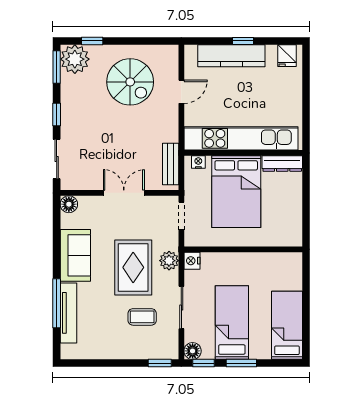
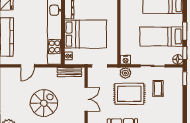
spiral stairs: (130, 82) -> (44, 103), moved
door: (181, 92) -> (27, 66), swing flipped
double door: (124, 193) -> (86, 99), swing flipped

